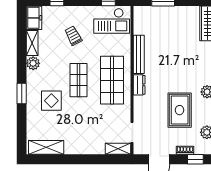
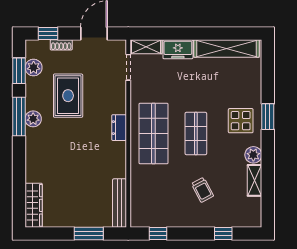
freezer: (34, 18) -> (178, 49), moved, turned -90
checkout: (112, 21) -> (154, 208), removed
bench: (139, 54) -> (120, 203), moved
display table: (51, 101) -> (241, 121), moved
shelving: (46, 147) -> (226, 48), width x1.47

